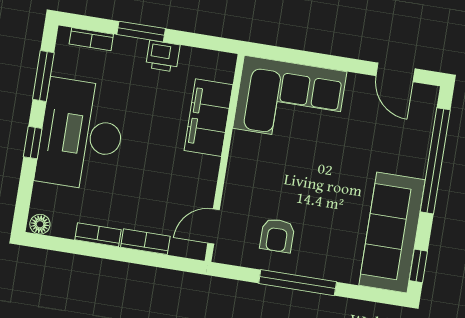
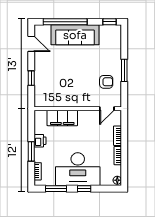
window: (314, 59) -> (31, 78), added
door: (395, 72) -> (31, 44), hinge flipped
corner sofa: (290, 100) -> (50, 86), removed
door: (214, 227) -> (107, 109), hinge flipped
sofa: (392, 233) -> (75, 35), moved
window: (298, 283) -> (124, 70), width x0.69

